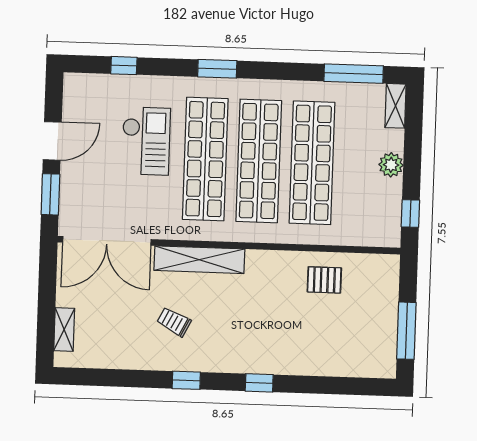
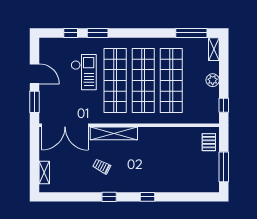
window: (217, 69) -> (98, 33), moved
door: (52, 141) -> (35, 74), hinge flipped
pallet: (324, 280) -> (209, 142), moved, turned 90

